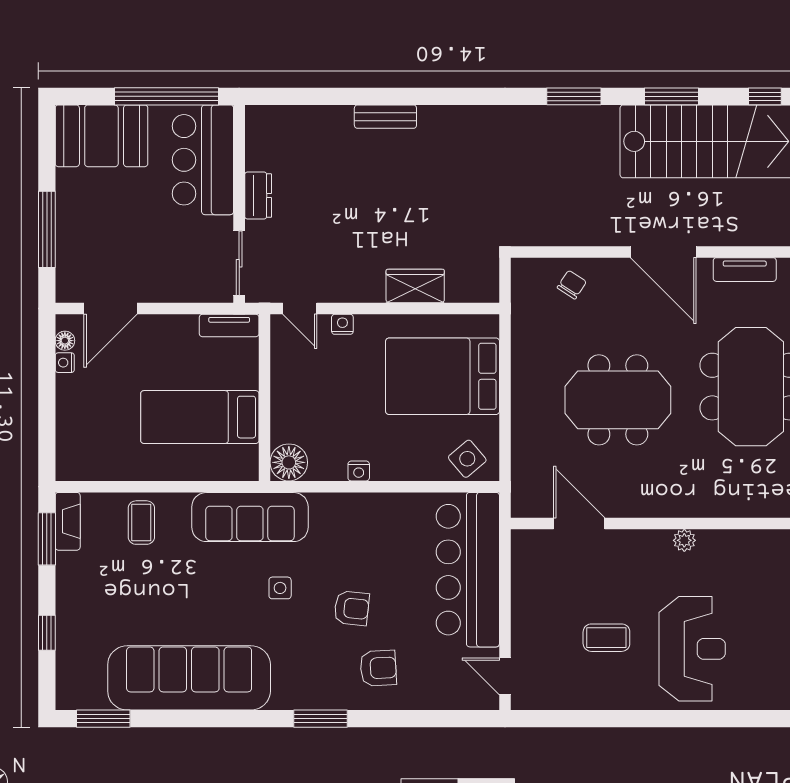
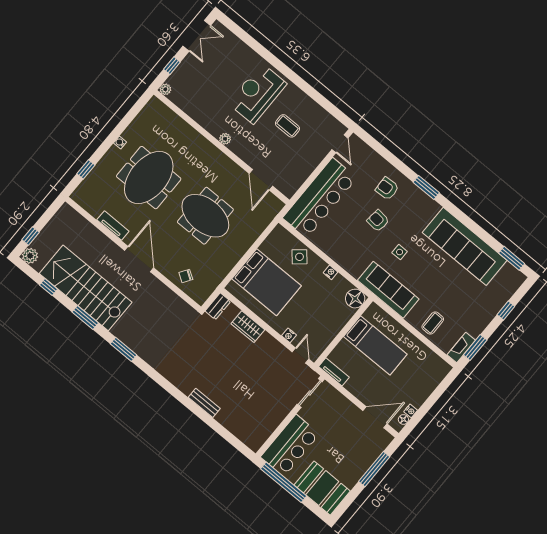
dresser: (258, 196) -> (218, 306), moved, turned 180
side table: (467, 459) -> (300, 257), moved

